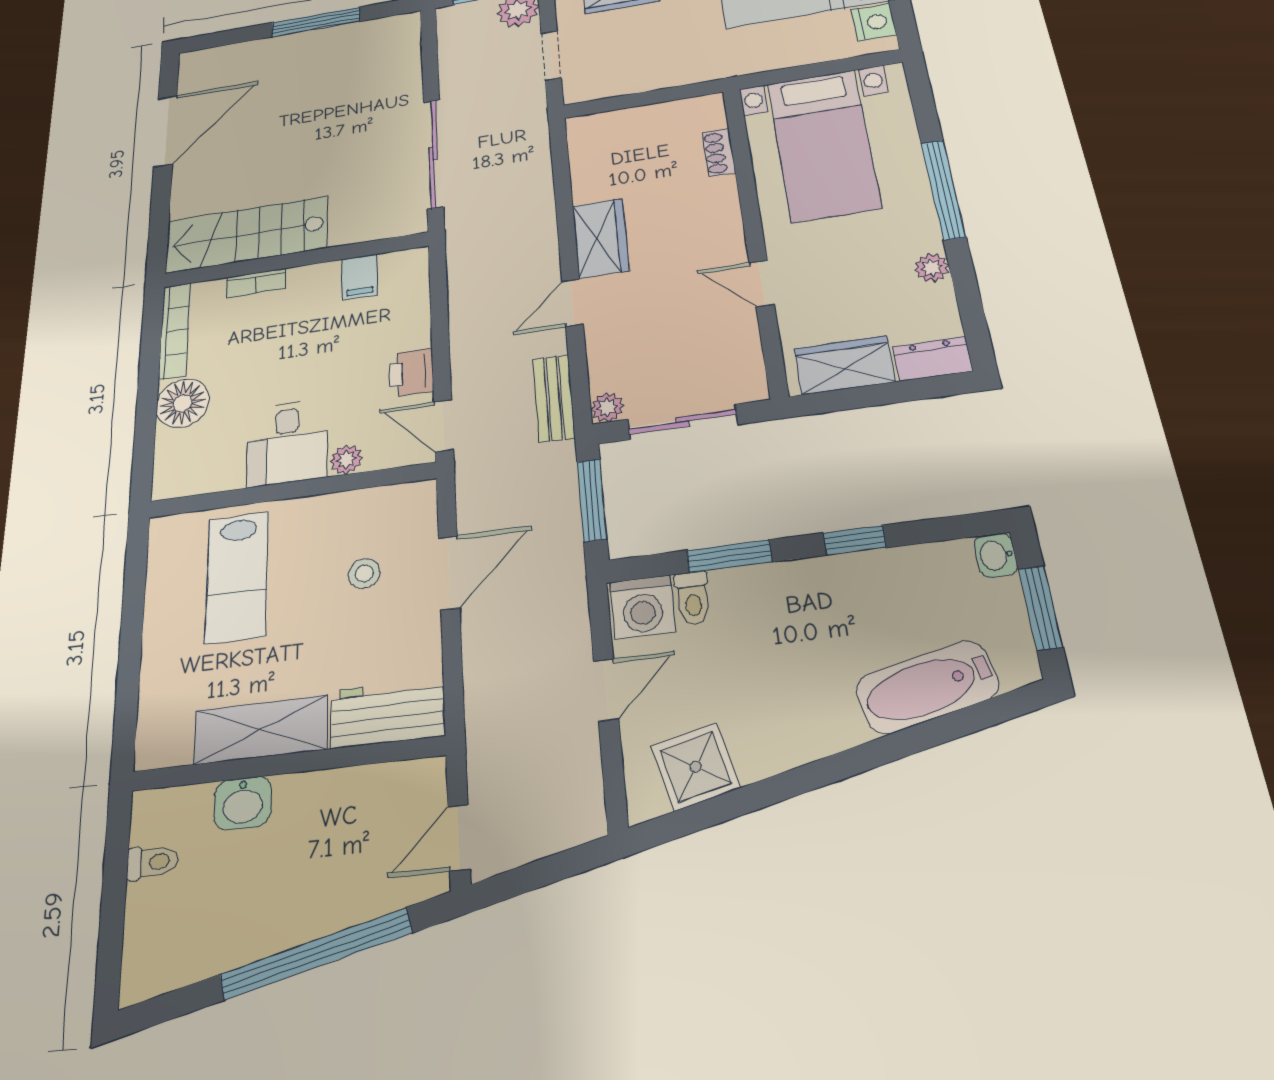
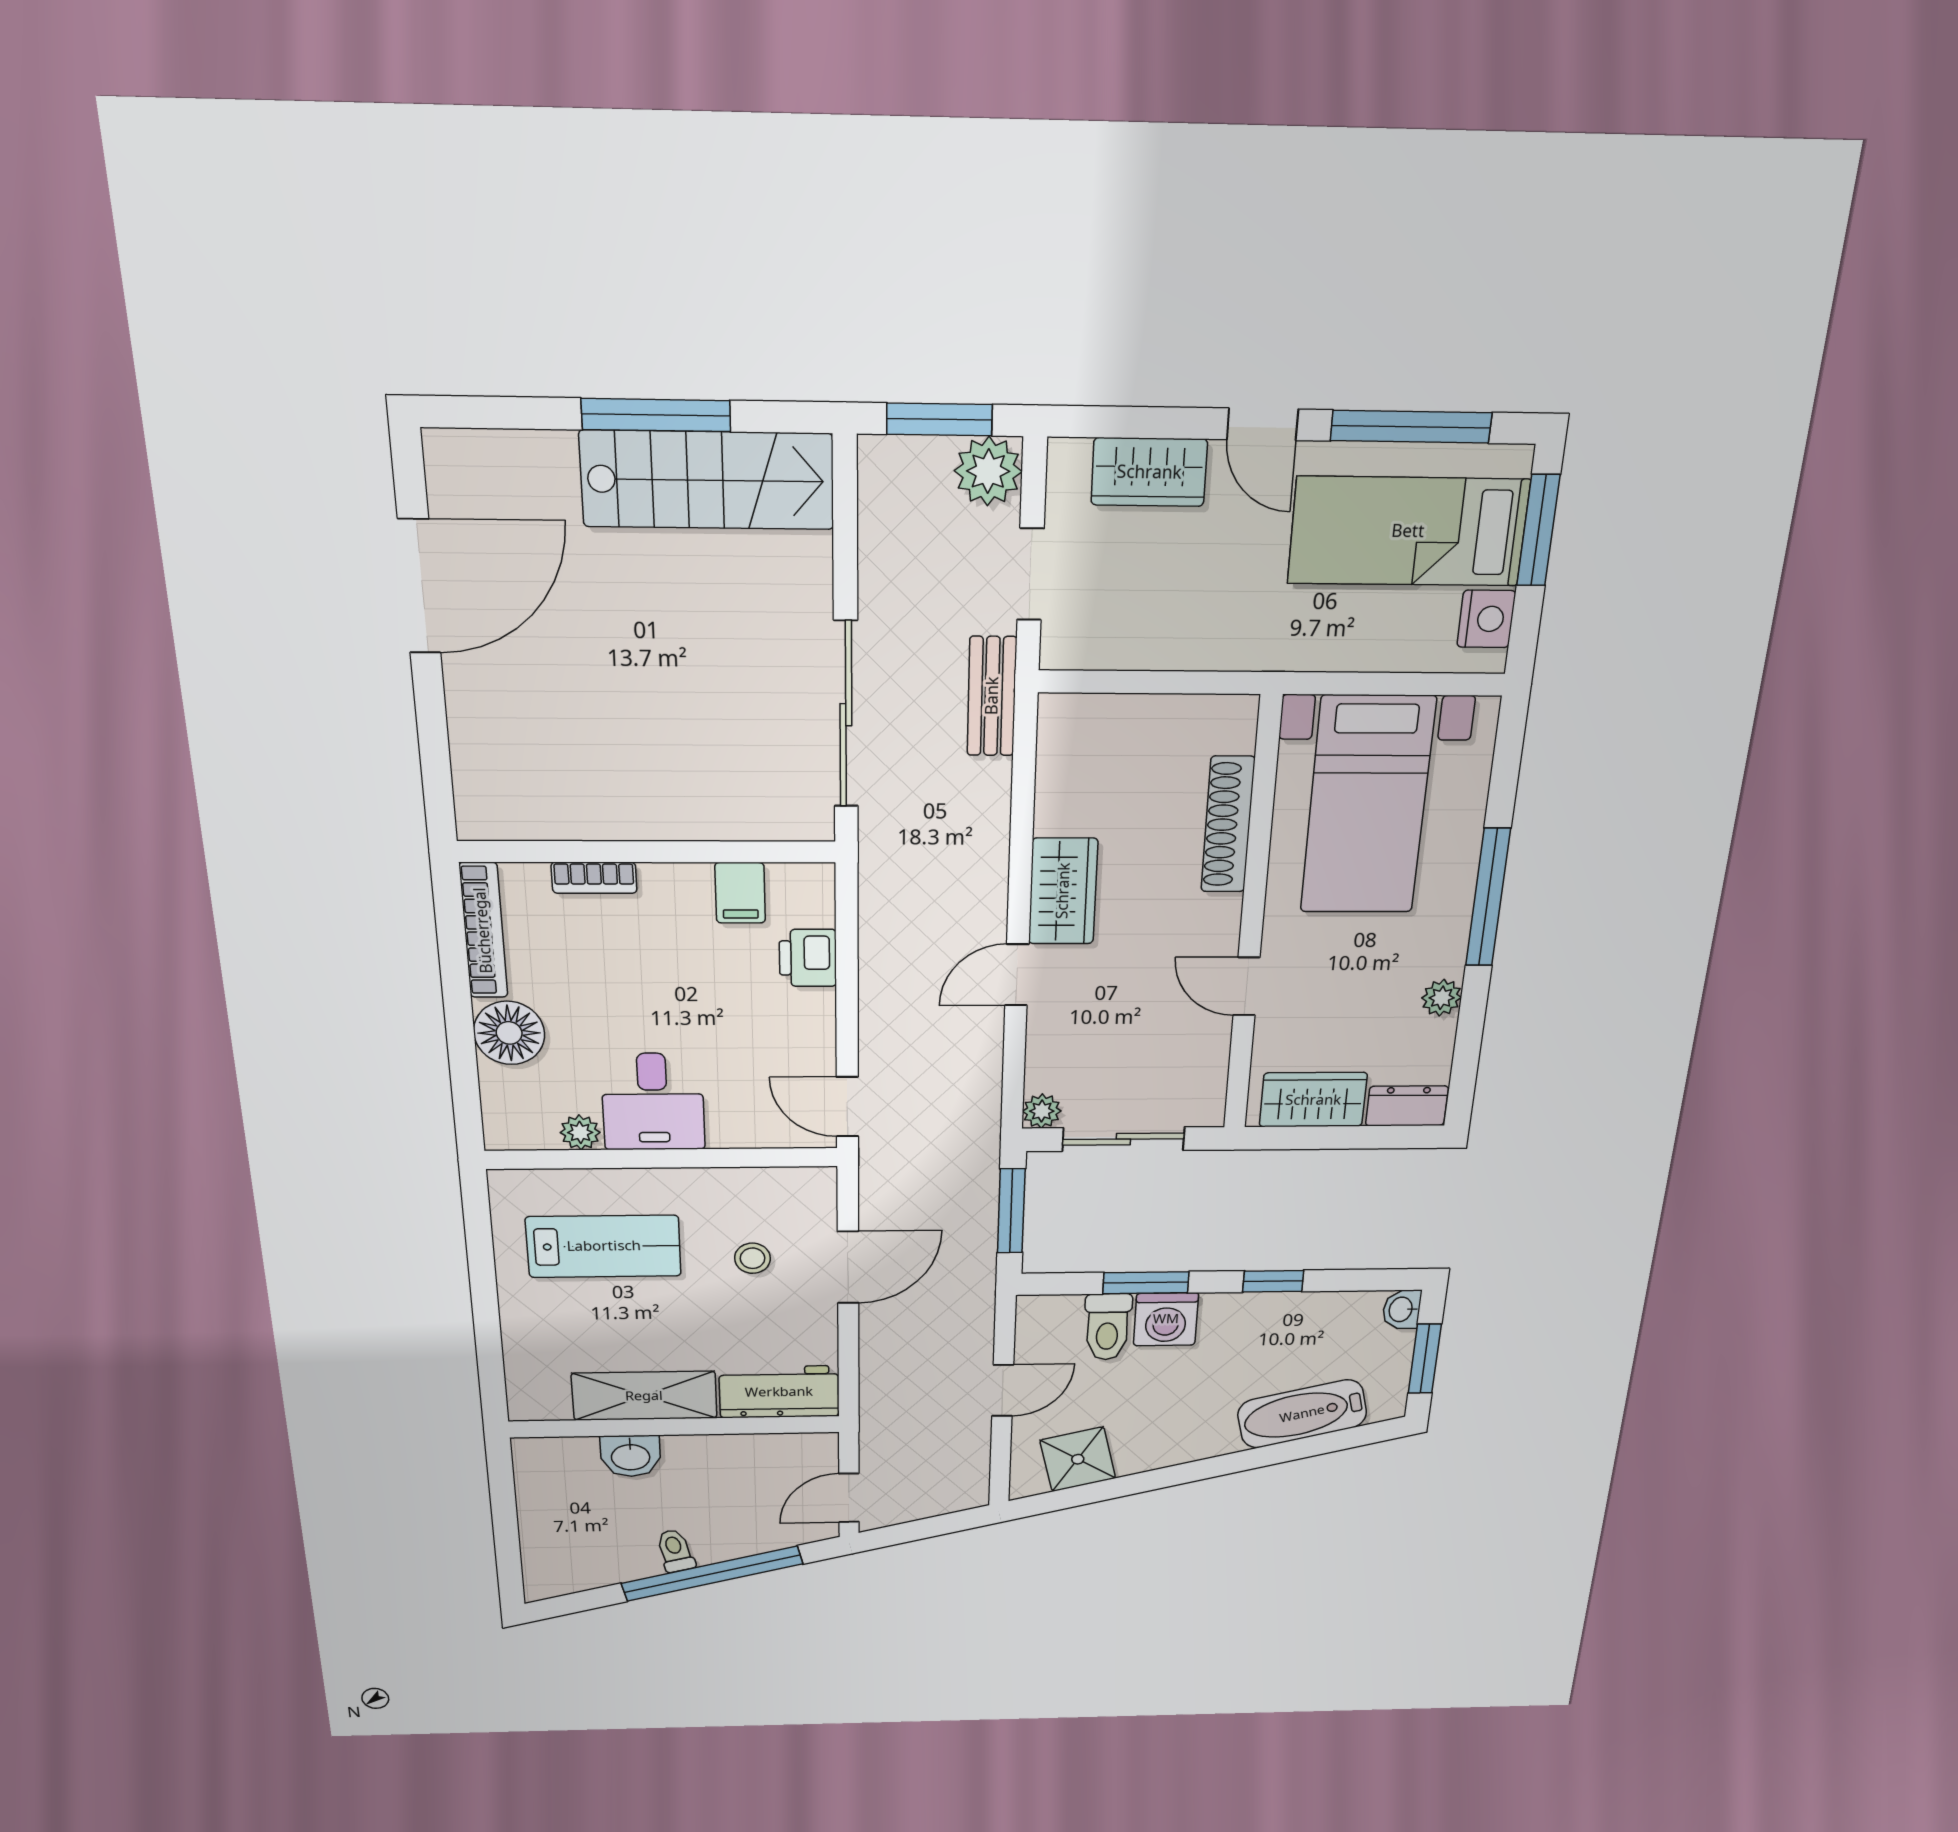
shoe rack: (719, 153) -> (1228, 825), width x1.94, depth x1.24
stairs: (246, 235) -> (708, 480), moved, turned 180
printer: (411, 373) -> (808, 958), moved
bench: (554, 398) -> (992, 696), moved
plant: (346, 460) -> (580, 1132), moved
lab bench: (237, 577) -> (604, 1246), turned -90
toilet: (693, 598) -> (1107, 1327), width x1.37, depth x1.39
washing machine: (642, 607) -> (1166, 1319), moved
toilet: (152, 862) -> (675, 1551), moved, turned -103

